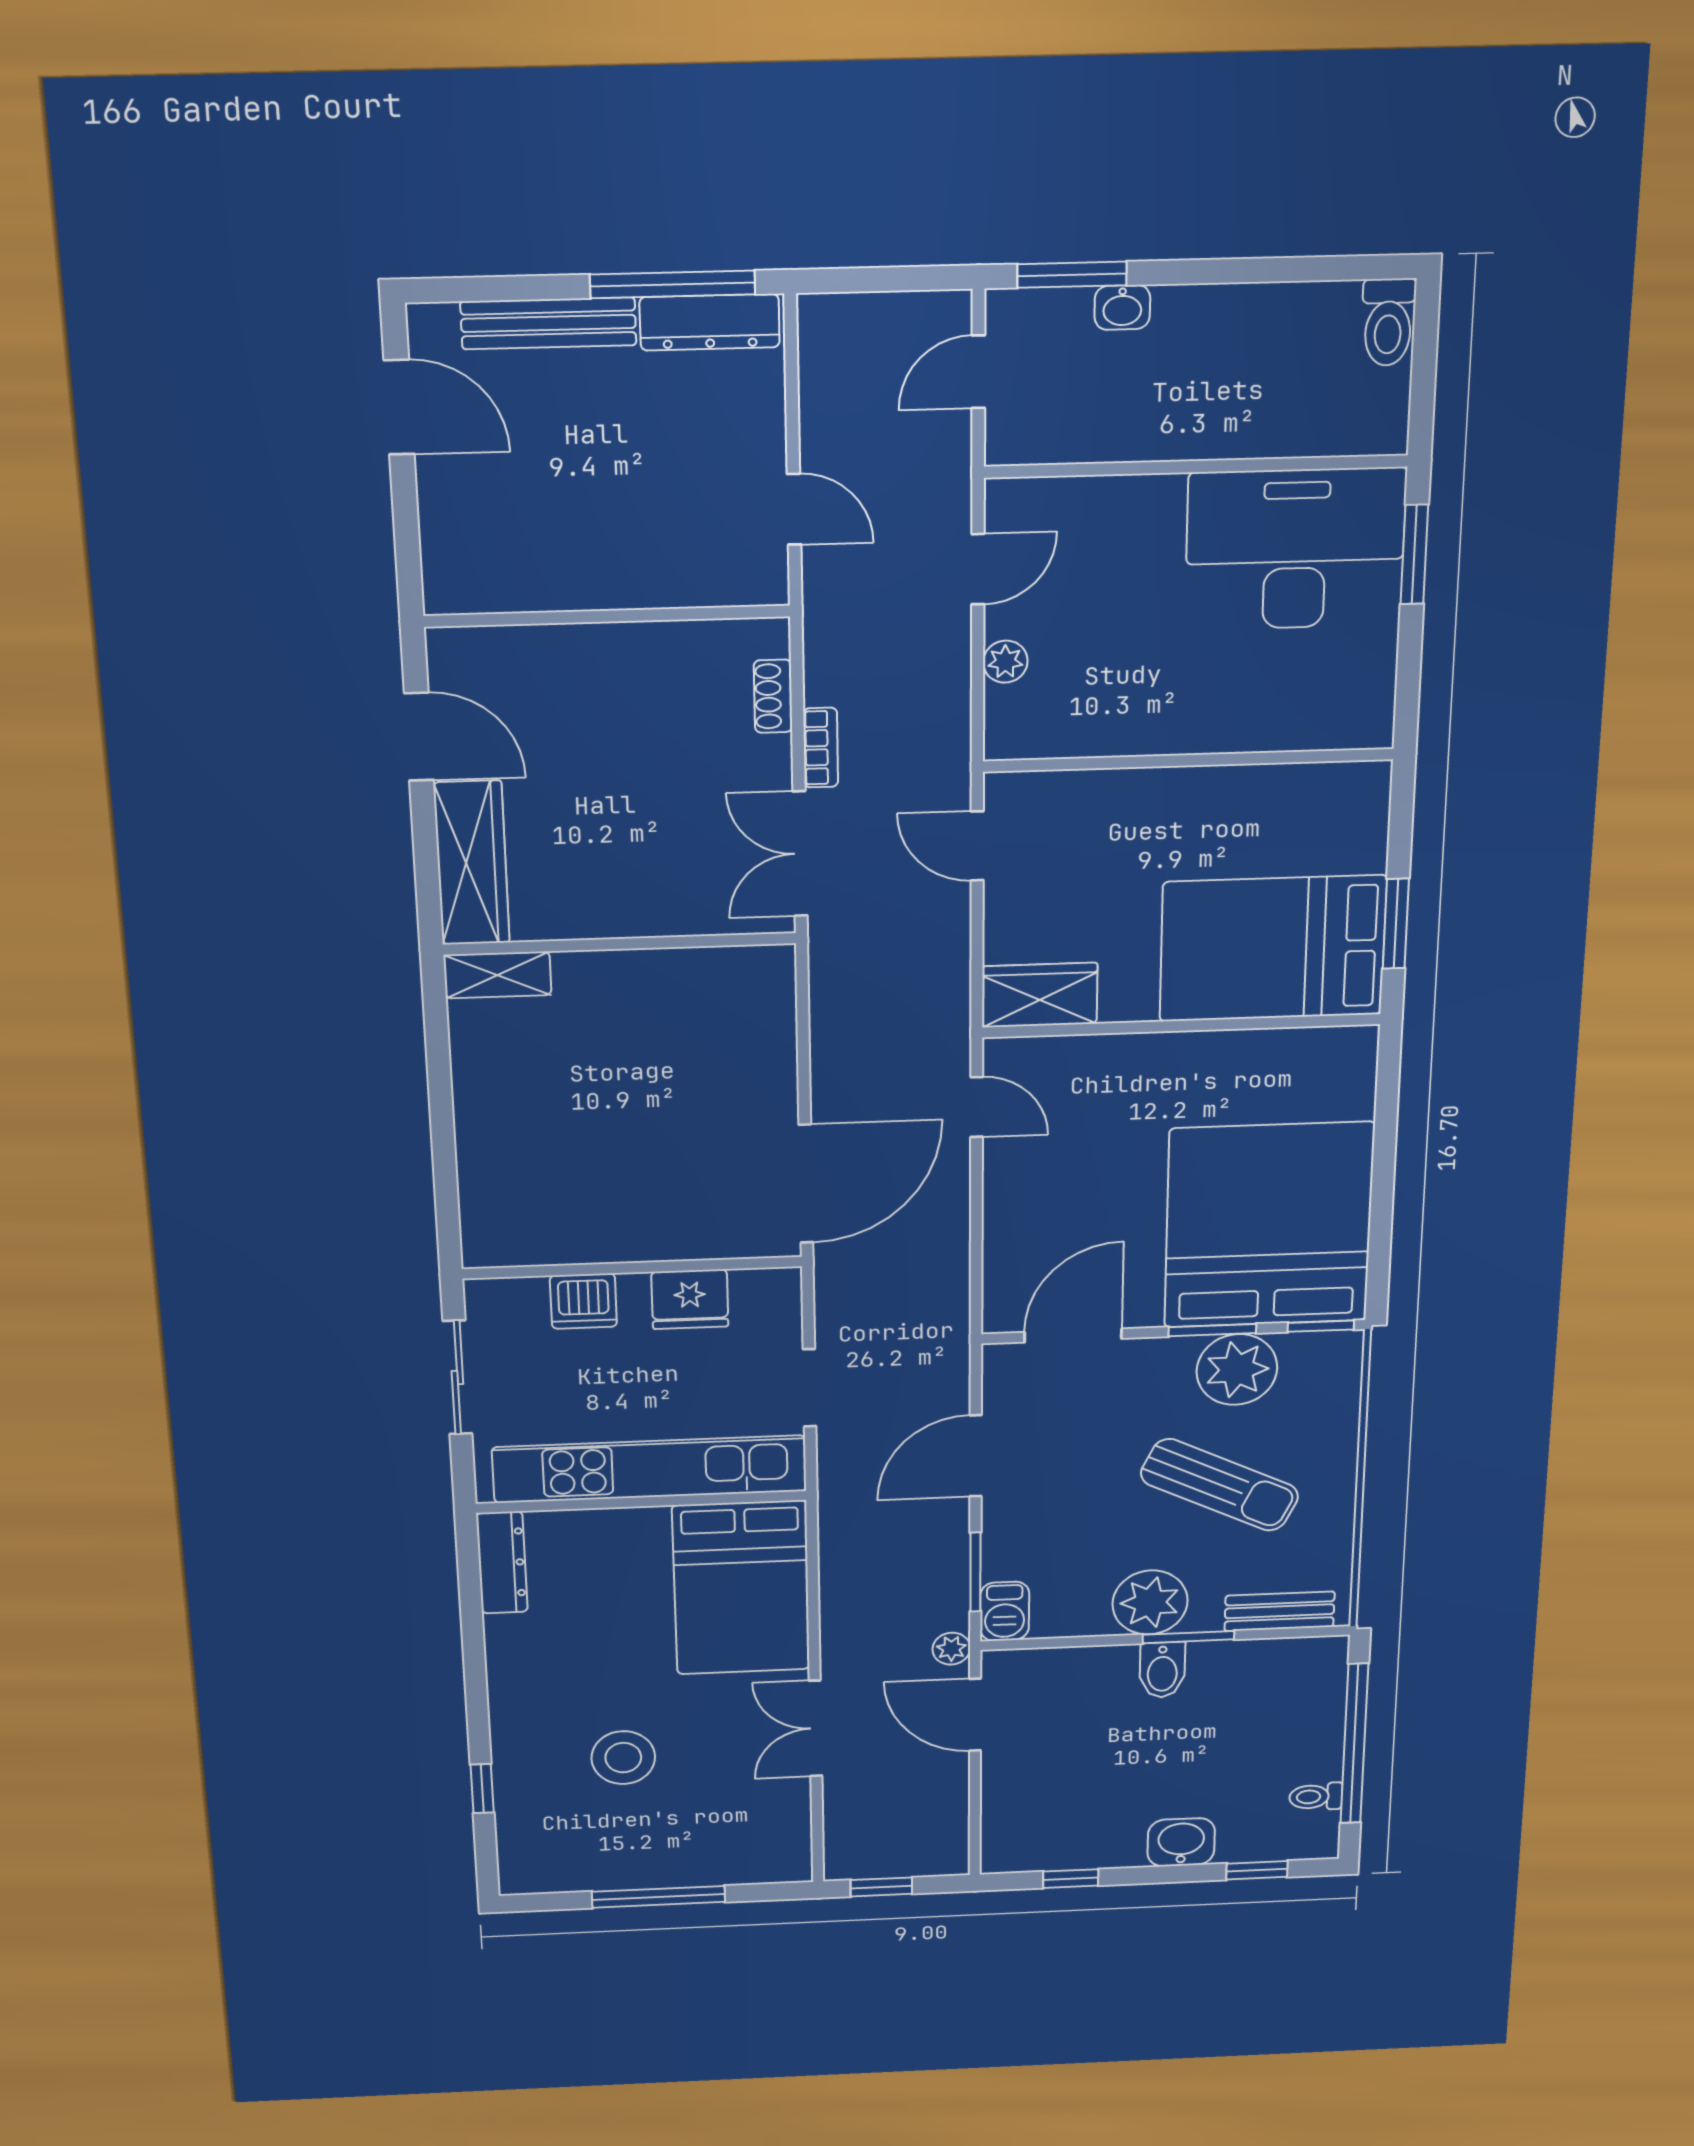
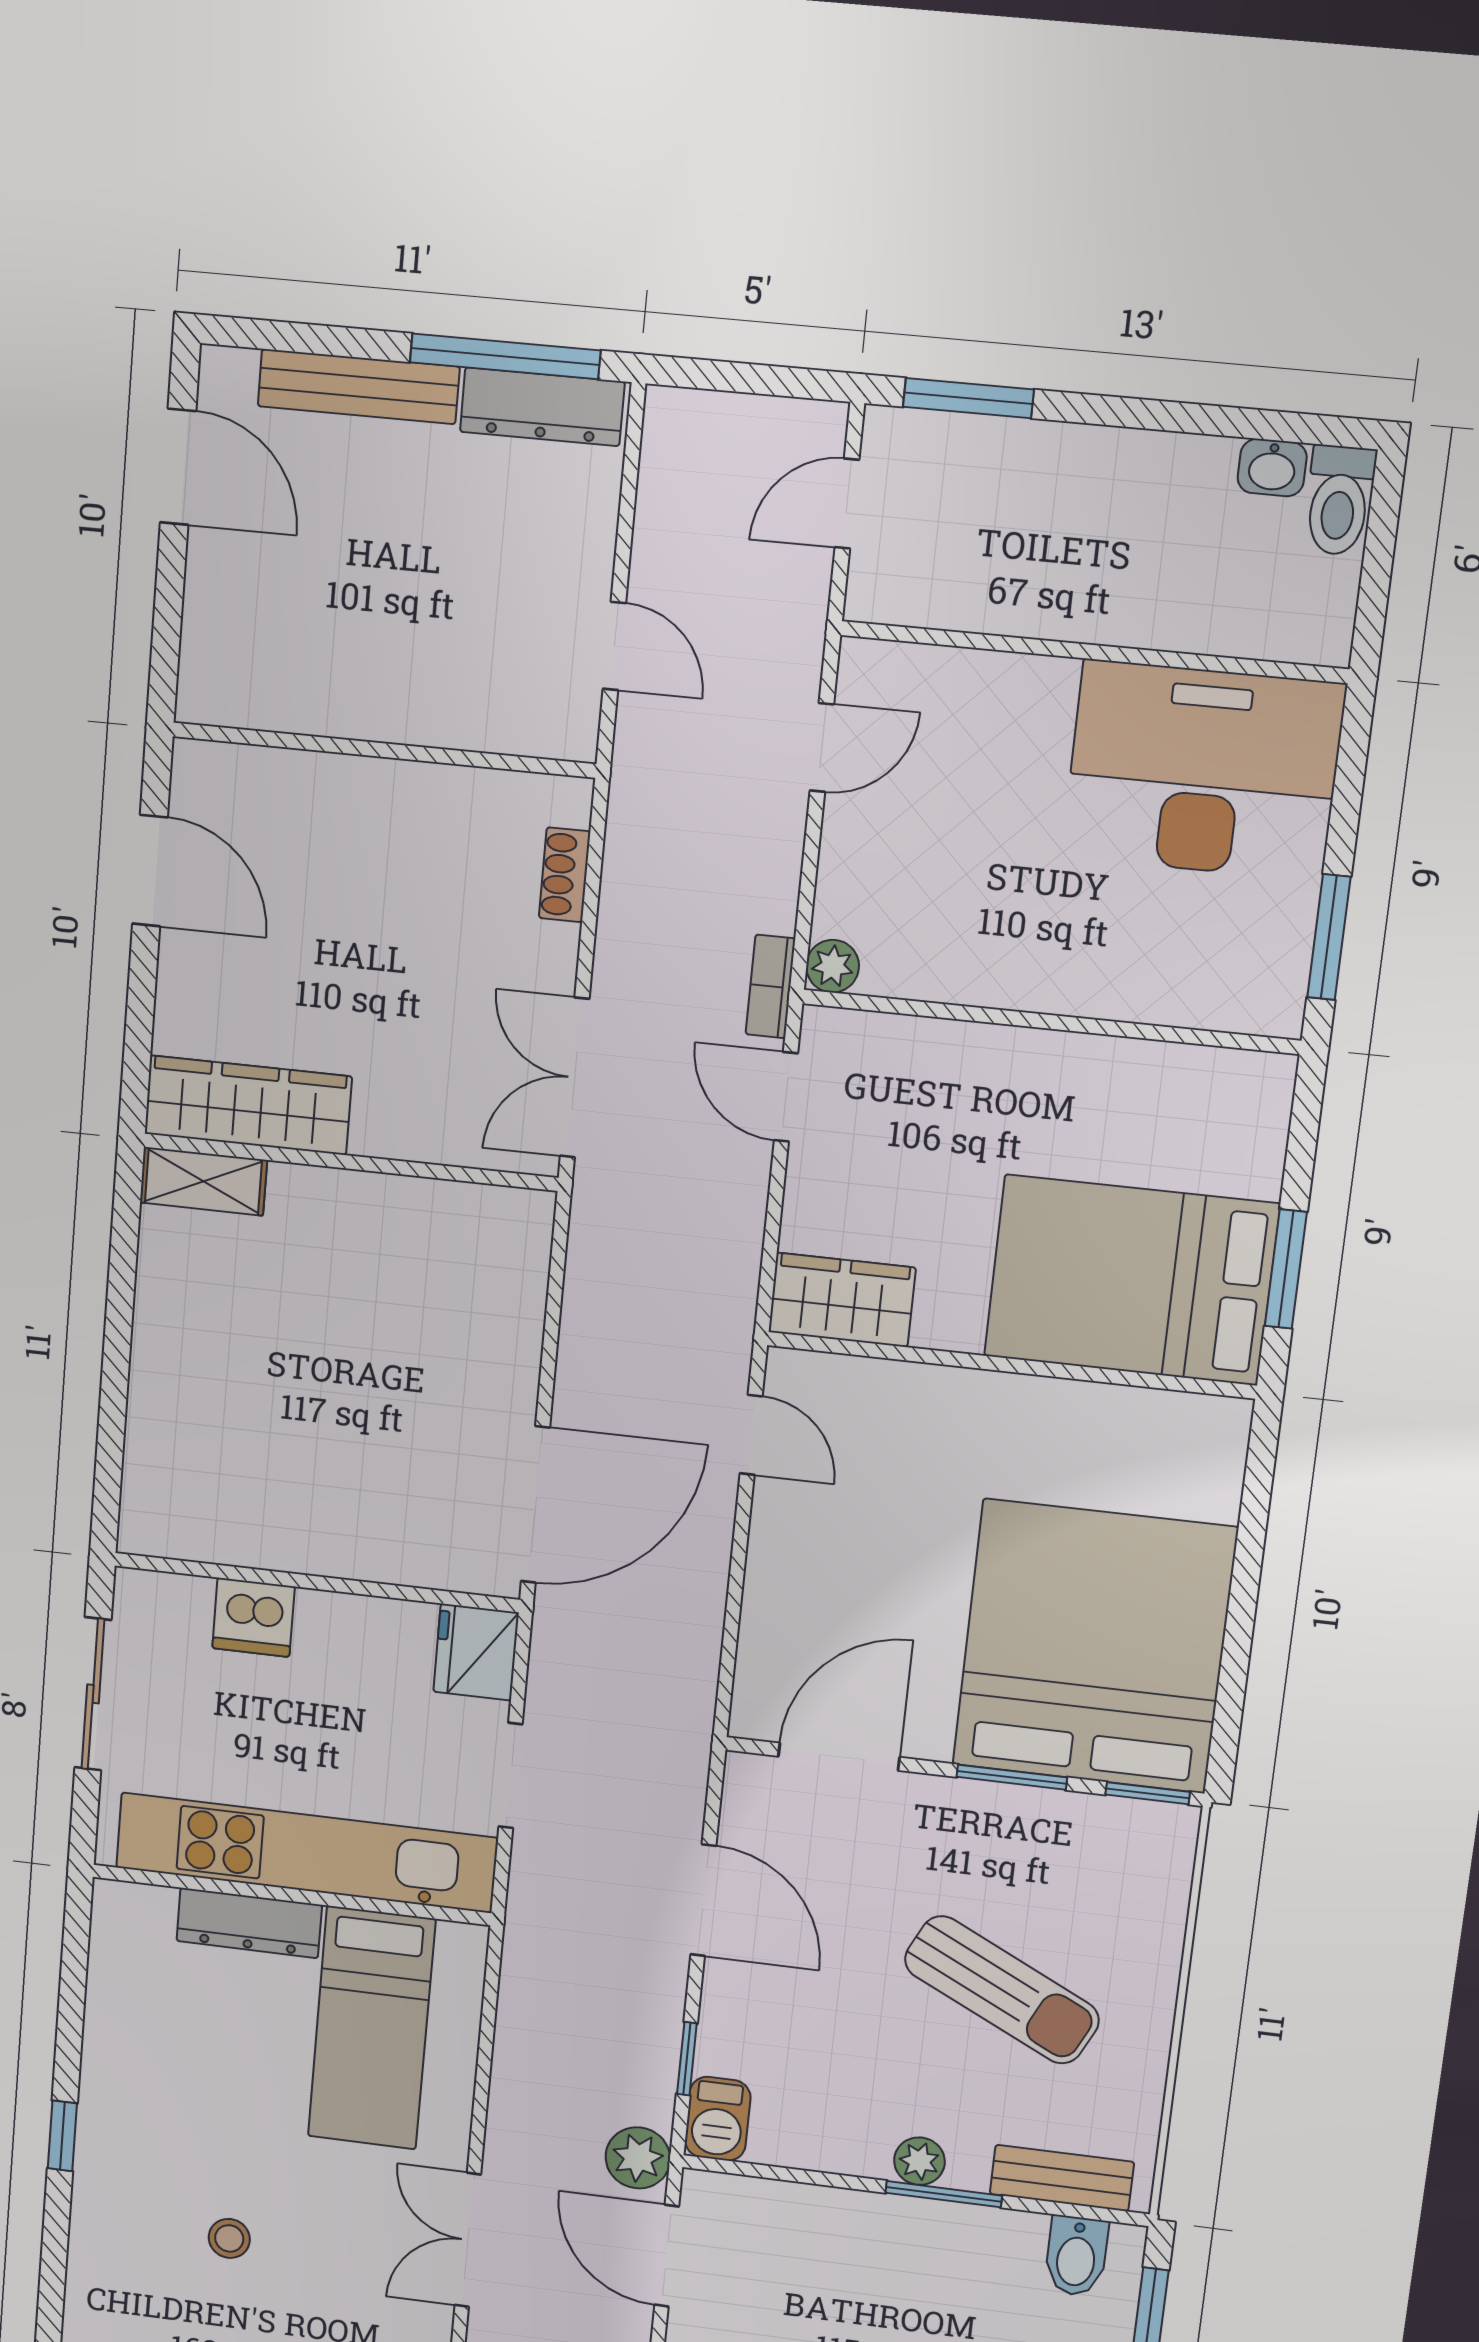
washbasin: (1122, 307) -> (1272, 468), moved
window: (1414, 555) -> (1329, 937), moved
plant: (1005, 662) -> (833, 966), moved
bookcase: (821, 748) -> (770, 986), moved, turned 180
wardrobe: (472, 863) -> (248, 1105), moved, turned -90
fridge: (690, 1299) -> (476, 1652), moved, turned 90
plant: (1237, 1370) -> (1038, 1835), removed
door: (976, 1456) -> (703, 1900), swing flipped
dresser: (502, 1563) -> (249, 1923), moved, turned 90
window: (975, 1572) -> (687, 2059), width x0.67
bed: (741, 1588) -> (372, 2028), width x0.67
plant: (1150, 1602) -> (919, 2161), width x0.53, depth x0.53
plant: (951, 1649) -> (638, 2158), width x1.38, depth x1.38
bidet: (1162, 1670) -> (1076, 2256), moved
stool: (623, 1758) -> (229, 2238), width x0.53, depth x0.53
window: (482, 1789) -> (62, 2136), moved

